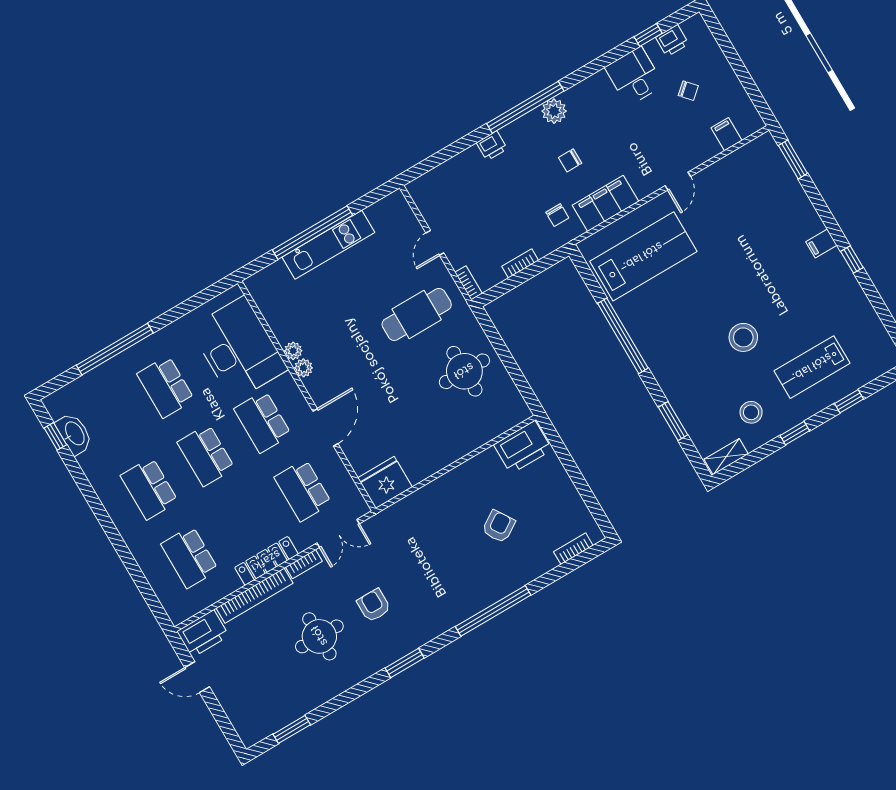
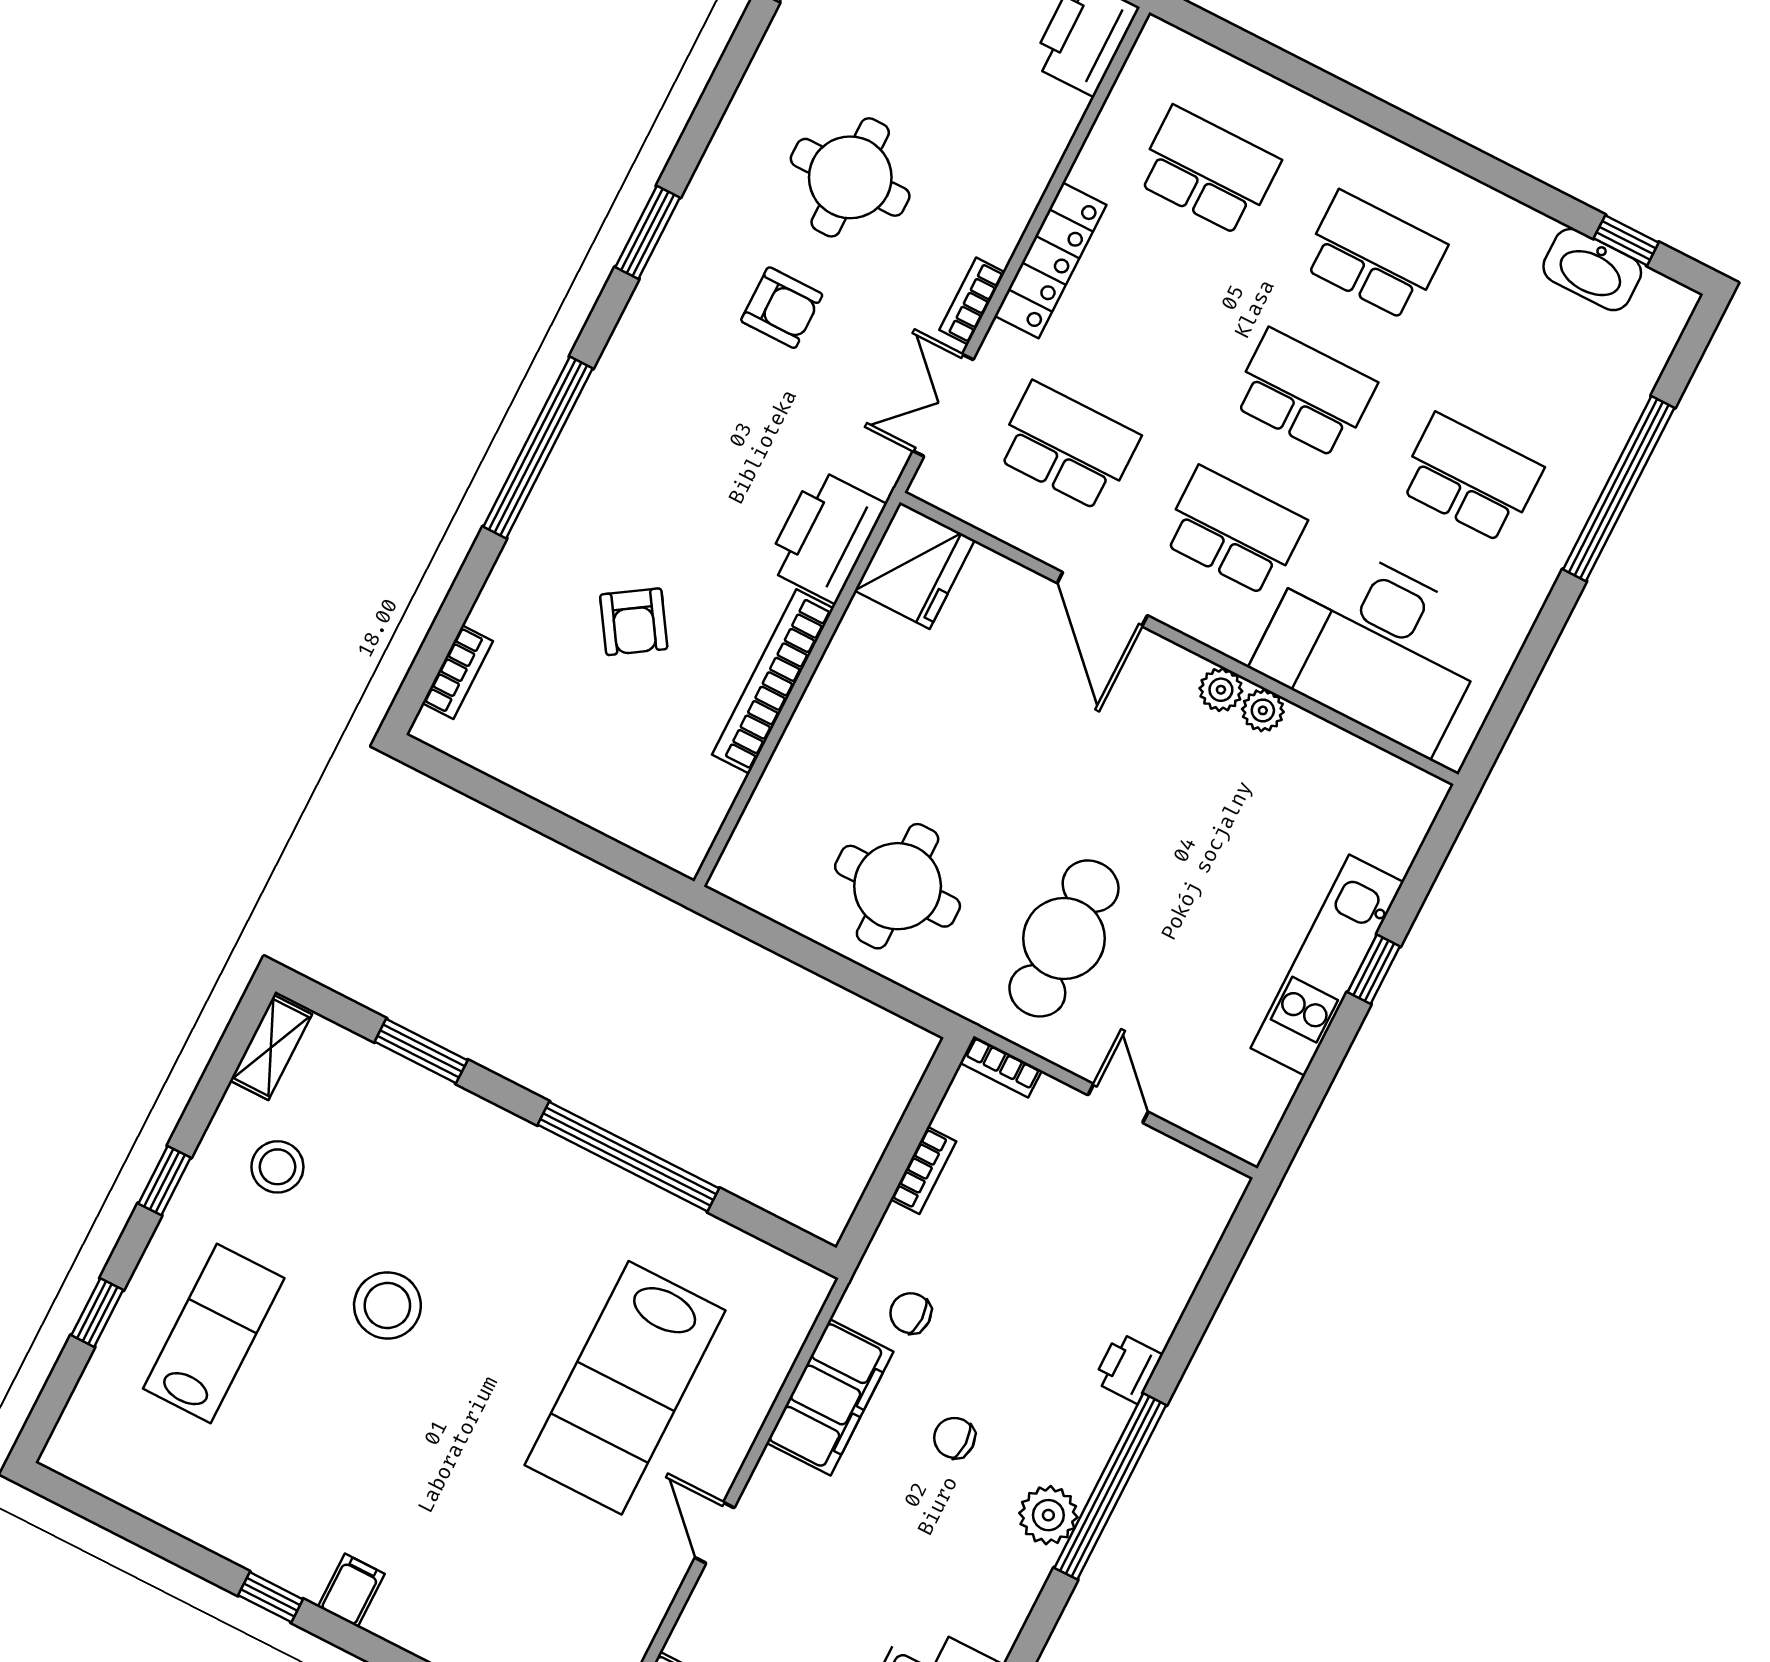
chair: (570, 160) -> (954, 1438), turned -90
window: (313, 233) -> (1374, 969), width x0.32
lab bench: (643, 256) -> (625, 1388), moved
printer: (523, 447) -> (825, 536), moved
bookcase: (255, 596) -> (773, 682), moved

